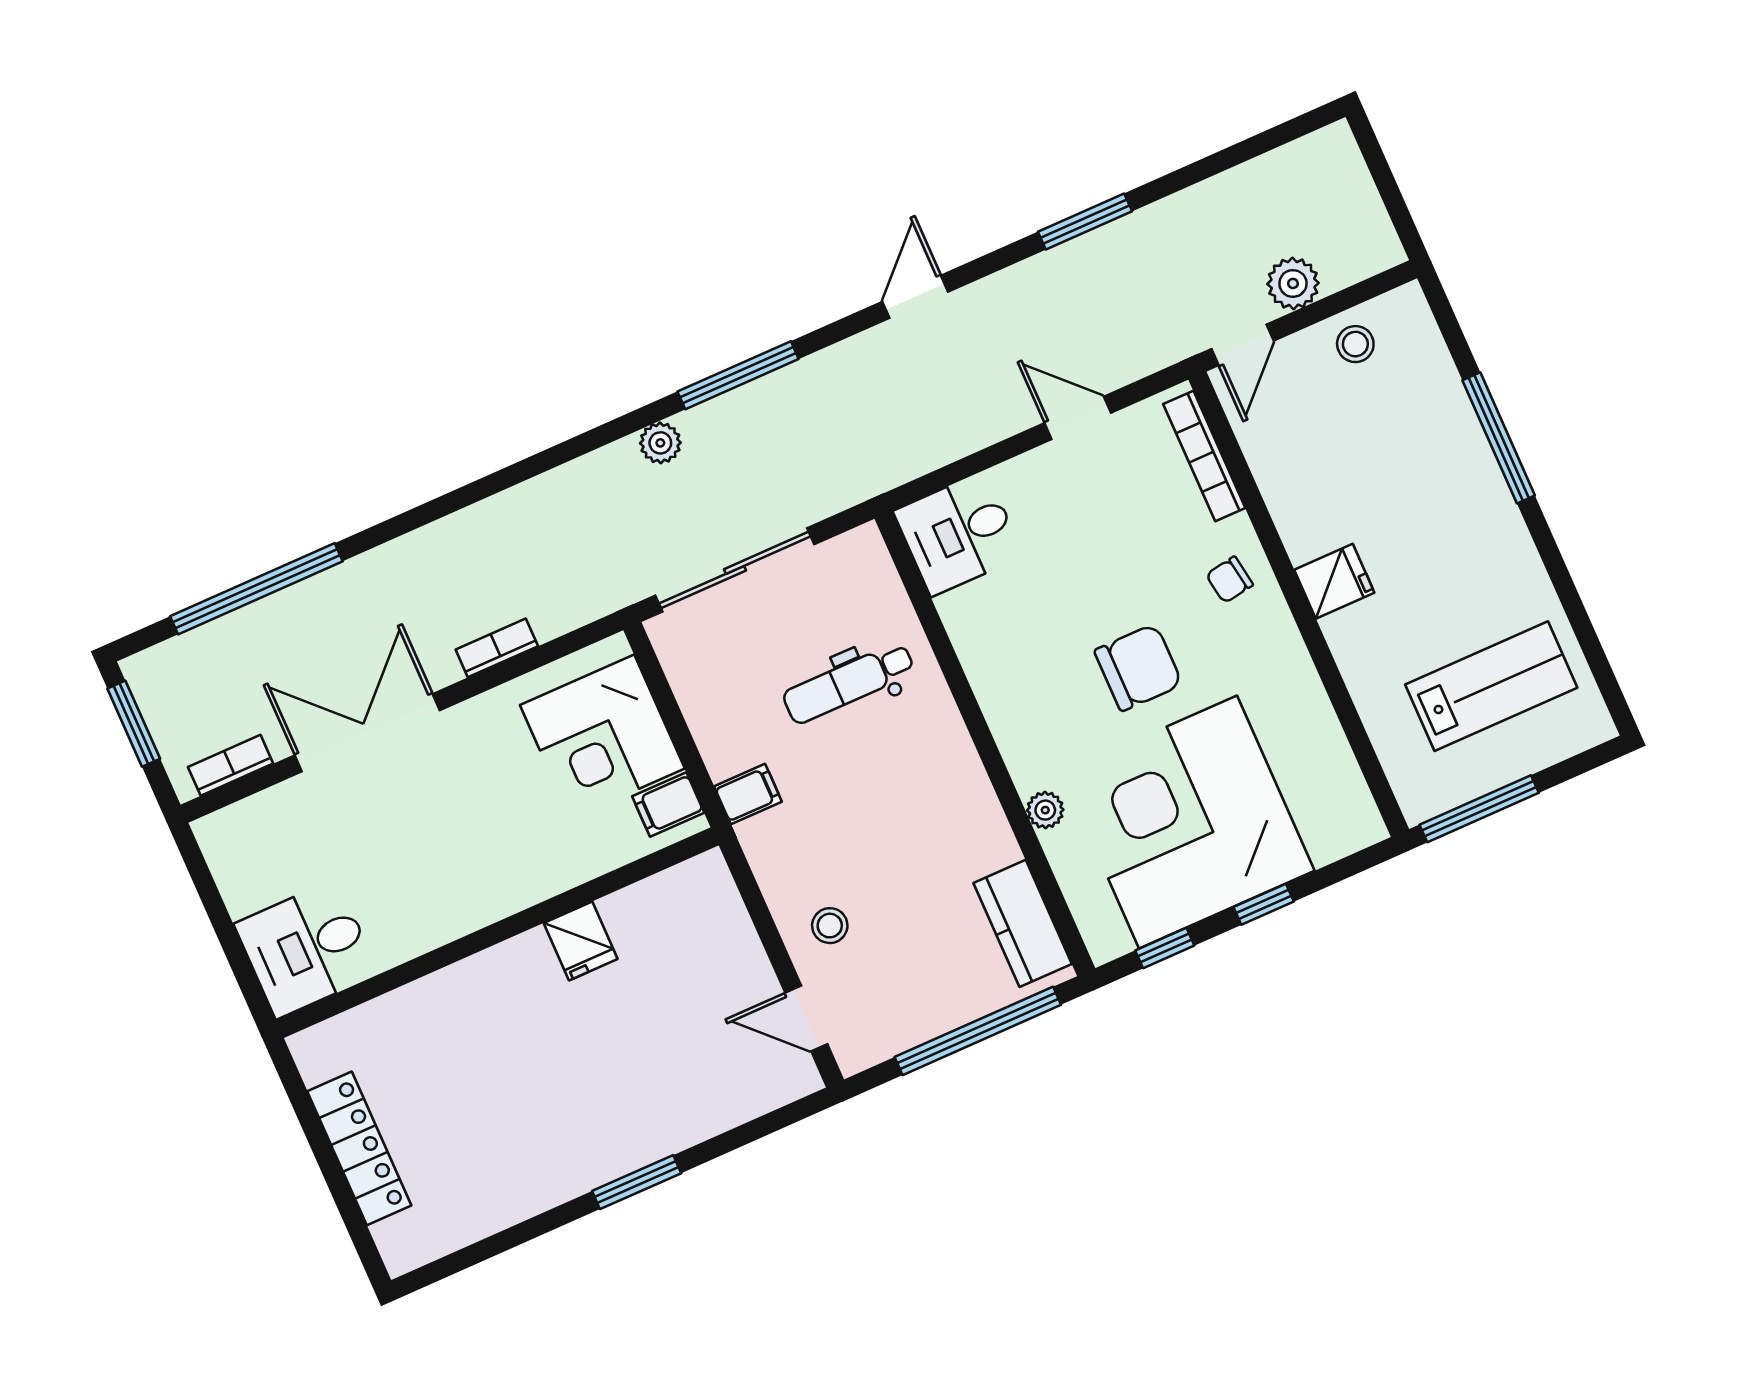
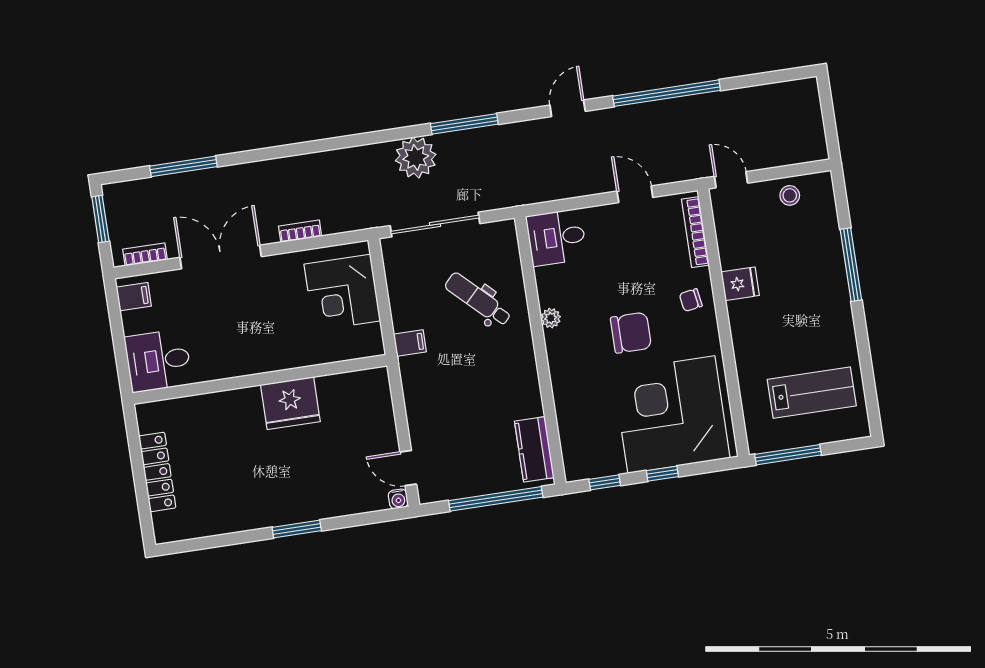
window: (1085, 222) -> (667, 93), width x2.11
plant: (1293, 283) -> (766, 155), removed
door: (1243, 345) -> (731, 180), swing flipped
plant: (660, 443) -> (416, 157), width x1.87, depth x1.87
fridge: (1334, 581) -> (740, 284), moved
window: (256, 589) -> (183, 166), width x0.68
dental chair: (849, 683) -> (478, 300), turned 44
filing cabinet: (668, 805) -> (134, 297), moved, turned 180
plant: (1045, 810) -> (551, 318), moved
corner desk: (1188, 822) -> (671, 415), moved
stool: (830, 926) -> (434, 423), removed
fridge: (581, 941) -> (290, 403), width x1.88, depth x1.34
water cooler: (803, 1079) -> (398, 499), added

